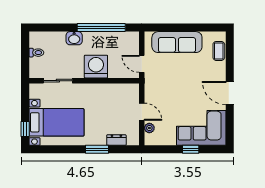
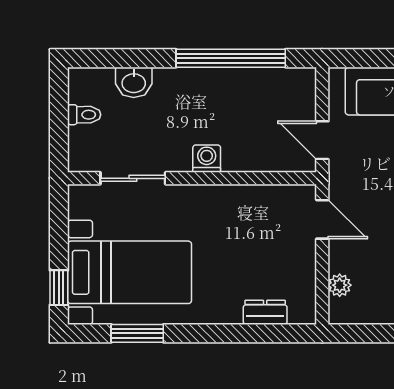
washbasin: (74, 38) -> (134, 82), moved
washing machine: (96, 67) -> (207, 159), width x0.53, depth x0.53
door: (142, 112) -> (322, 219), moved
window: (97, 149) -> (137, 333), moved

